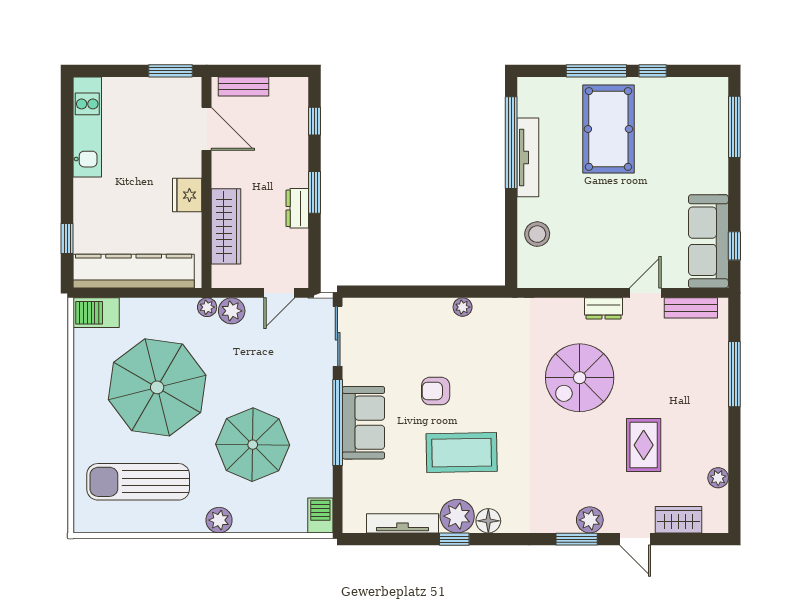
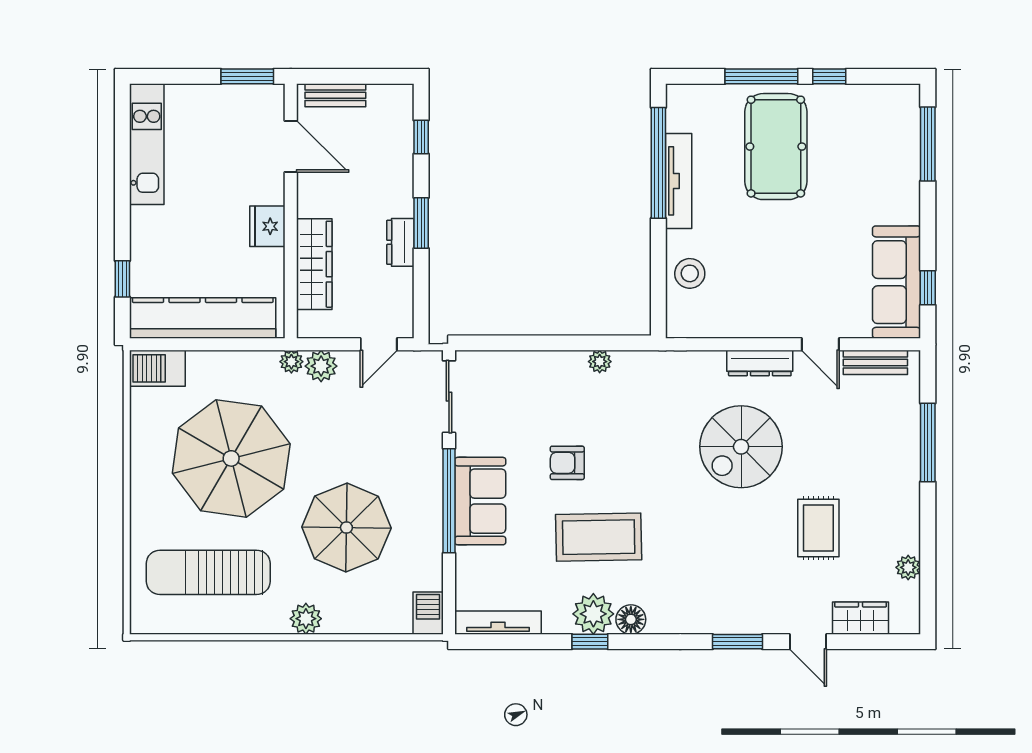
door: (645, 293) -> (820, 344), swing flipped
dresser: (603, 308) -> (760, 363), width x1.44
plant: (590, 520) -> (753, 618), removed
tv unit: (402, 523) -> (498, 623), moved

